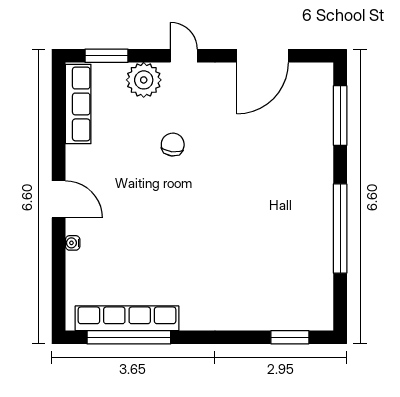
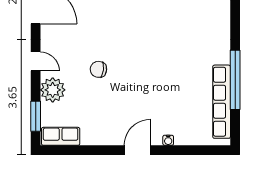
door: (184, 56) -> (36, 61), swing flipped
row of seats: (78, 104) -> (61, 136), width x0.68
window: (129, 337) -> (235, 80), moved

